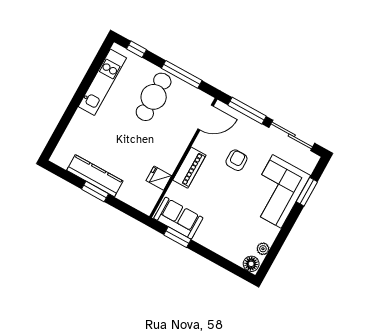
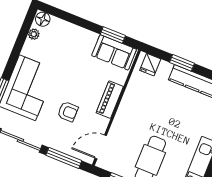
armchair: (236, 160) -> (68, 112), turned -90
fridge: (159, 178) -> (150, 65), moved, turned 90
window: (95, 191) -> (182, 63), moved

